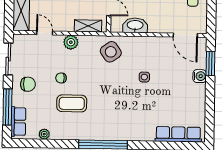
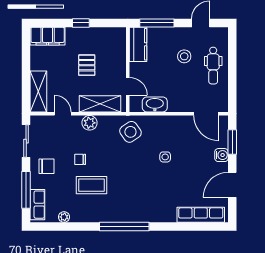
shelving: (88, 26) -> (100, 104), width x1.50, depth x1.33
door: (210, 106) -> (232, 185), added

